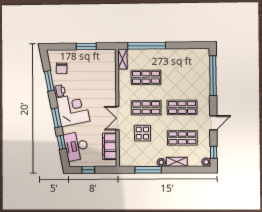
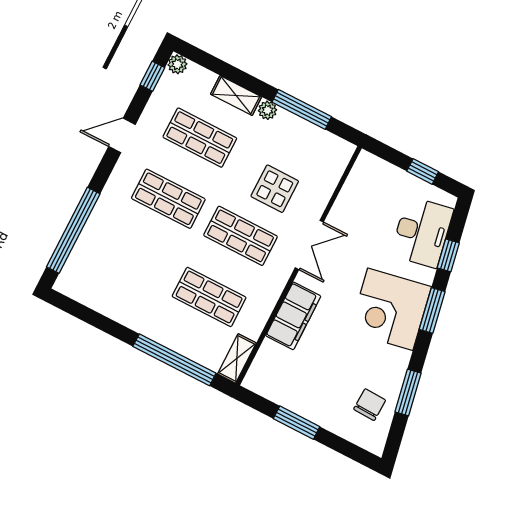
printer: (59, 91) -> (398, 361), removed
filing cabinet: (110, 146) -> (293, 316), moved

